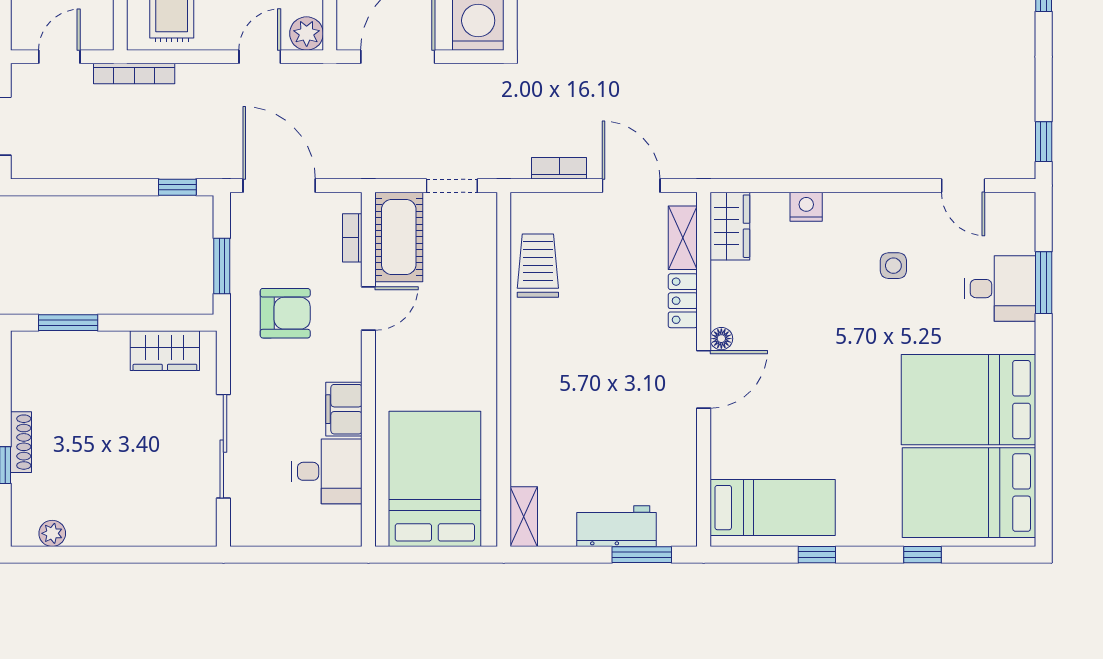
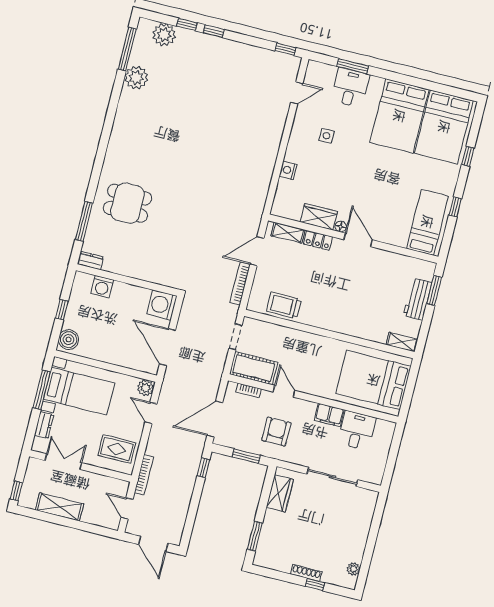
bookcase: (559, 168) -> (240, 284), width x1.56
wardrobe: (730, 226) -> (319, 217), moved

